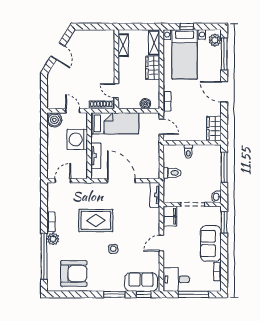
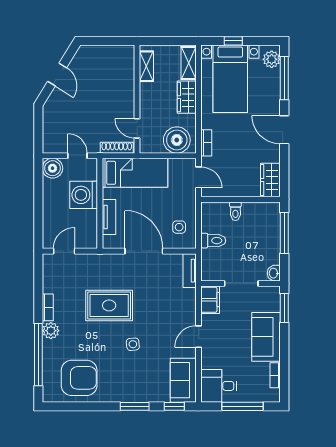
boiler: (145, 104) -> (177, 140), width x1.86, depth x1.86
side table: (147, 163) -> (179, 227), added
sofa: (141, 282) -> (183, 380), moved, turned -90

